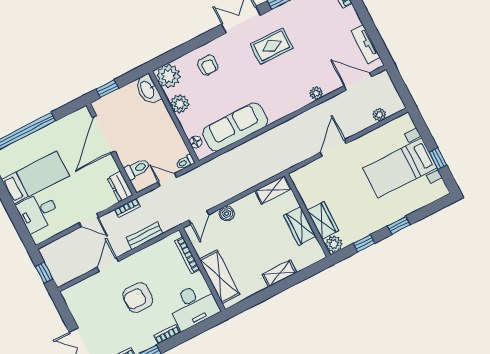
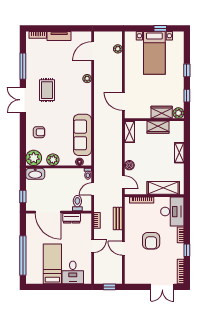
tv unit: (365, 44) -> (59, 36), moved
door: (333, 148) -> (123, 101), moved
dresser: (120, 187) -> (72, 218), moved

